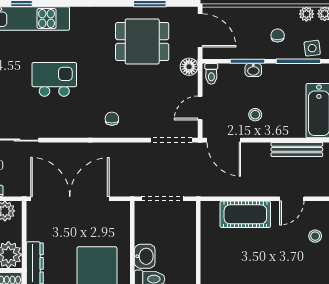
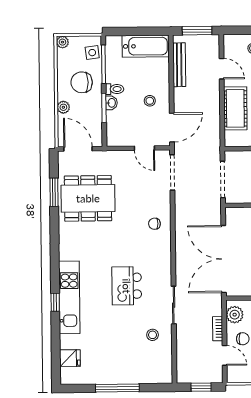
plant: (306, 14) -> (63, 107), moved
door: (200, 30) -> (78, 149), hinge flipped
chair: (278, 35) -> (82, 82), width x1.87, depth x1.87
dining table: (142, 41) -> (88, 198), width x1.38
floor lamp: (189, 67) -> (109, 158), removed
toilet: (211, 74) -> (115, 89), moved
kitchen island: (54, 79) -> (127, 286), moved

